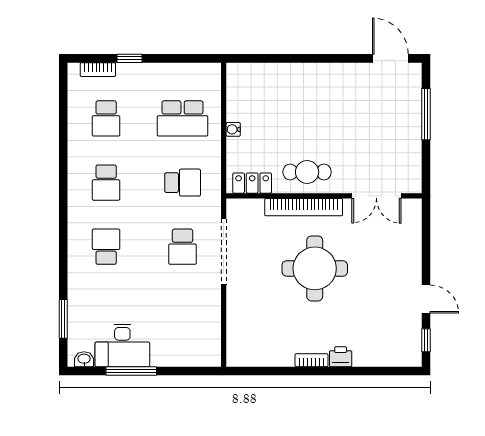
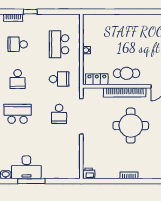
school desk: (106, 118) -> (18, 44), turned 90
school desk: (183, 118) -> (59, 44), turned 90
school desk: (106, 247) -> (18, 114), width x1.85
printer: (341, 357) -> (89, 173), moved

